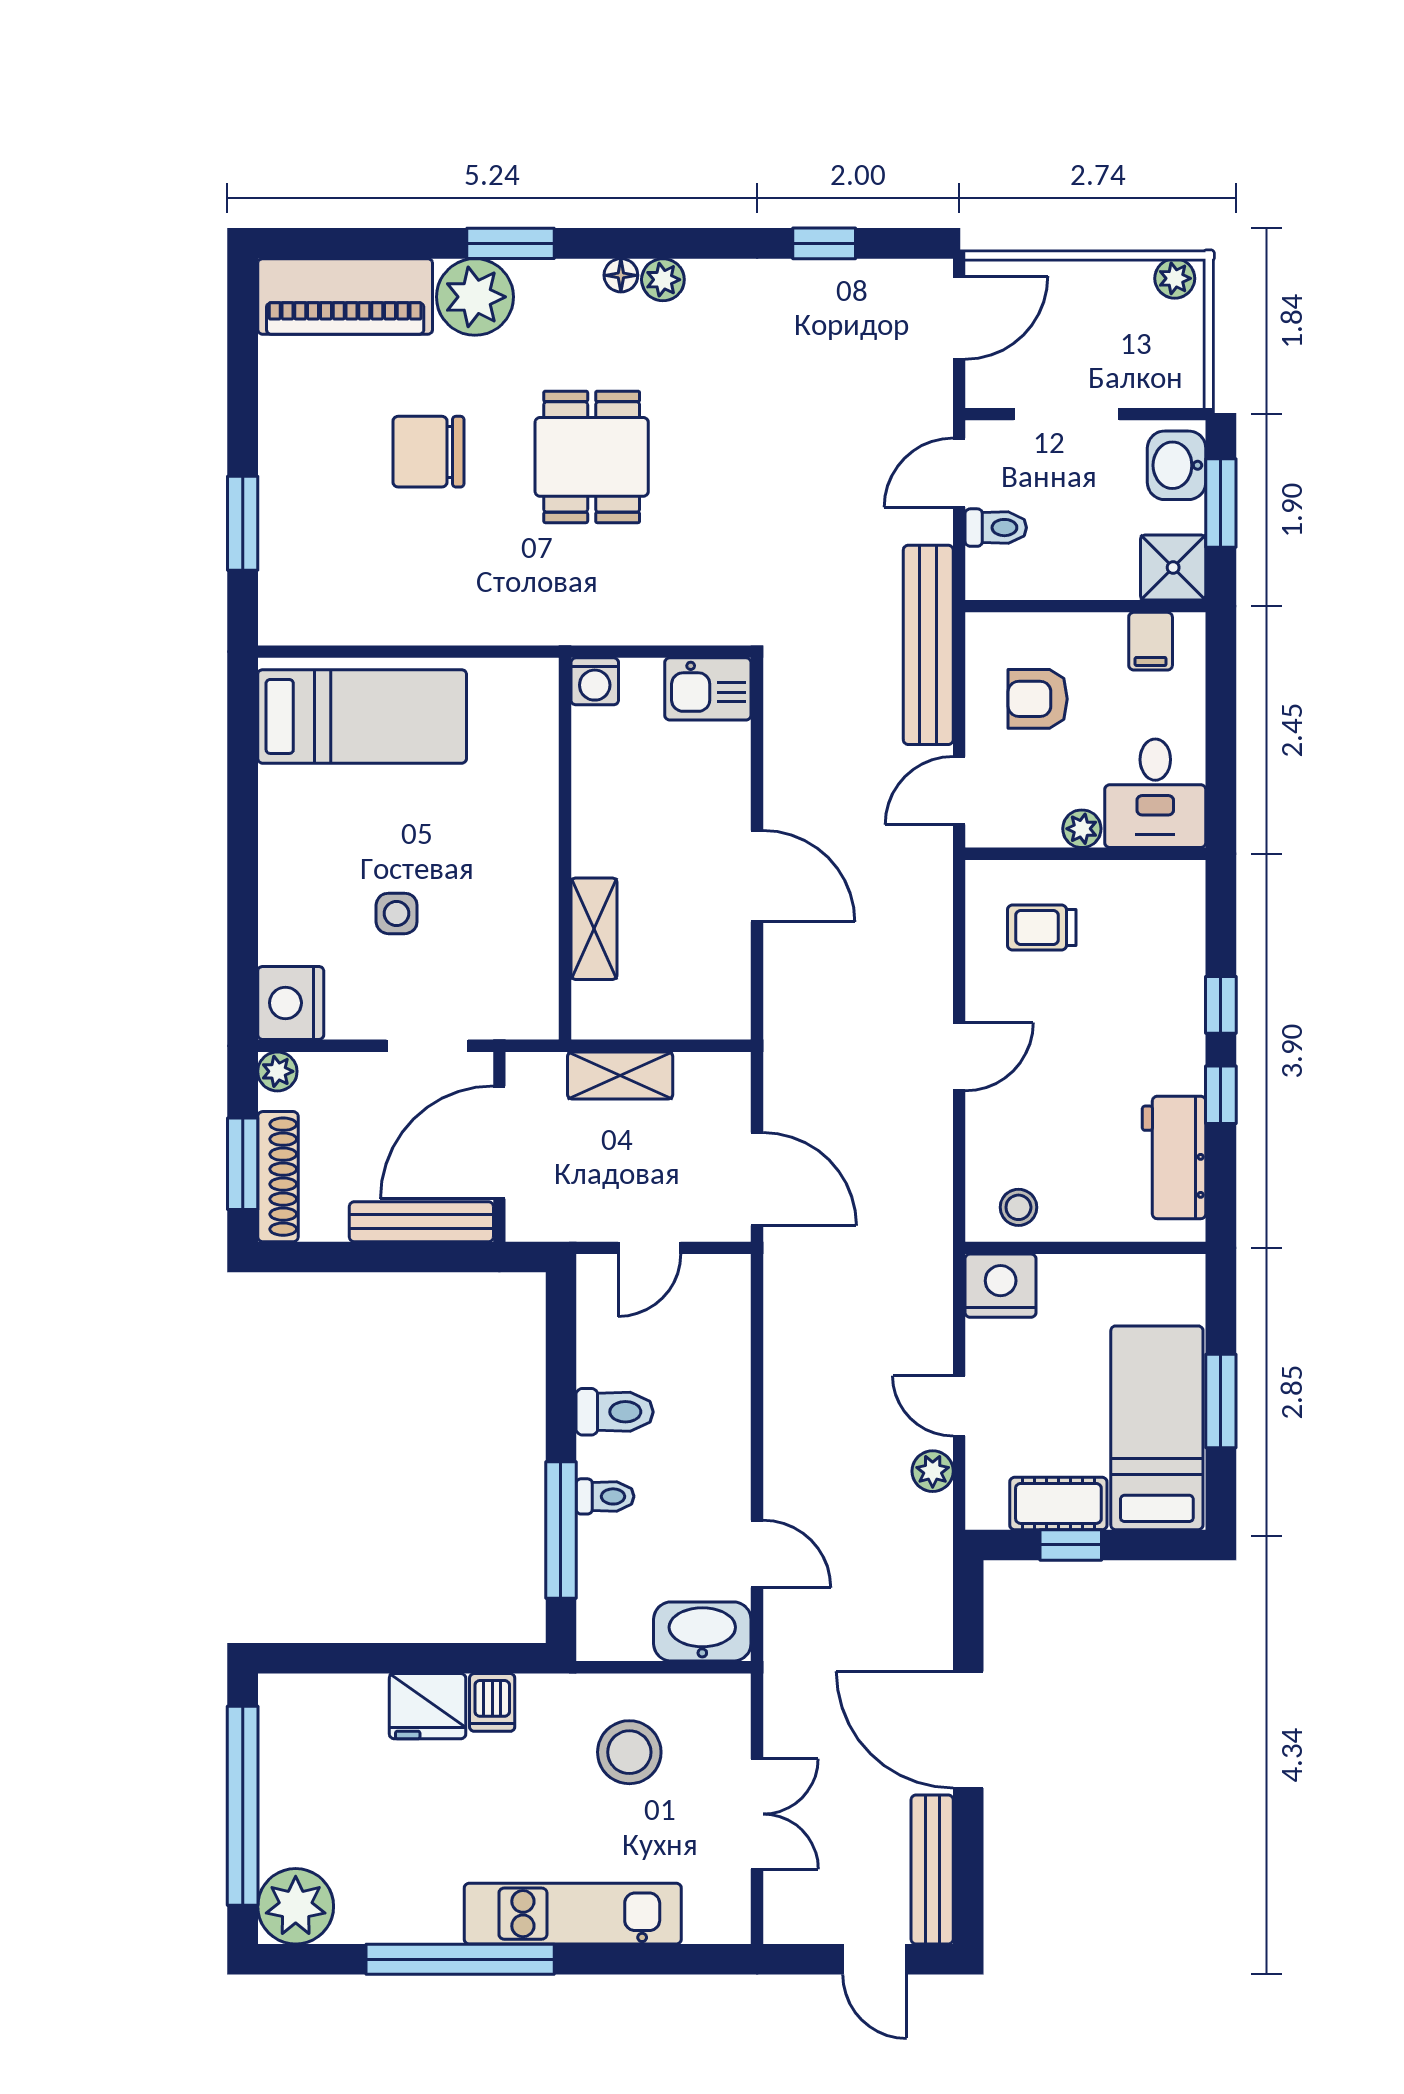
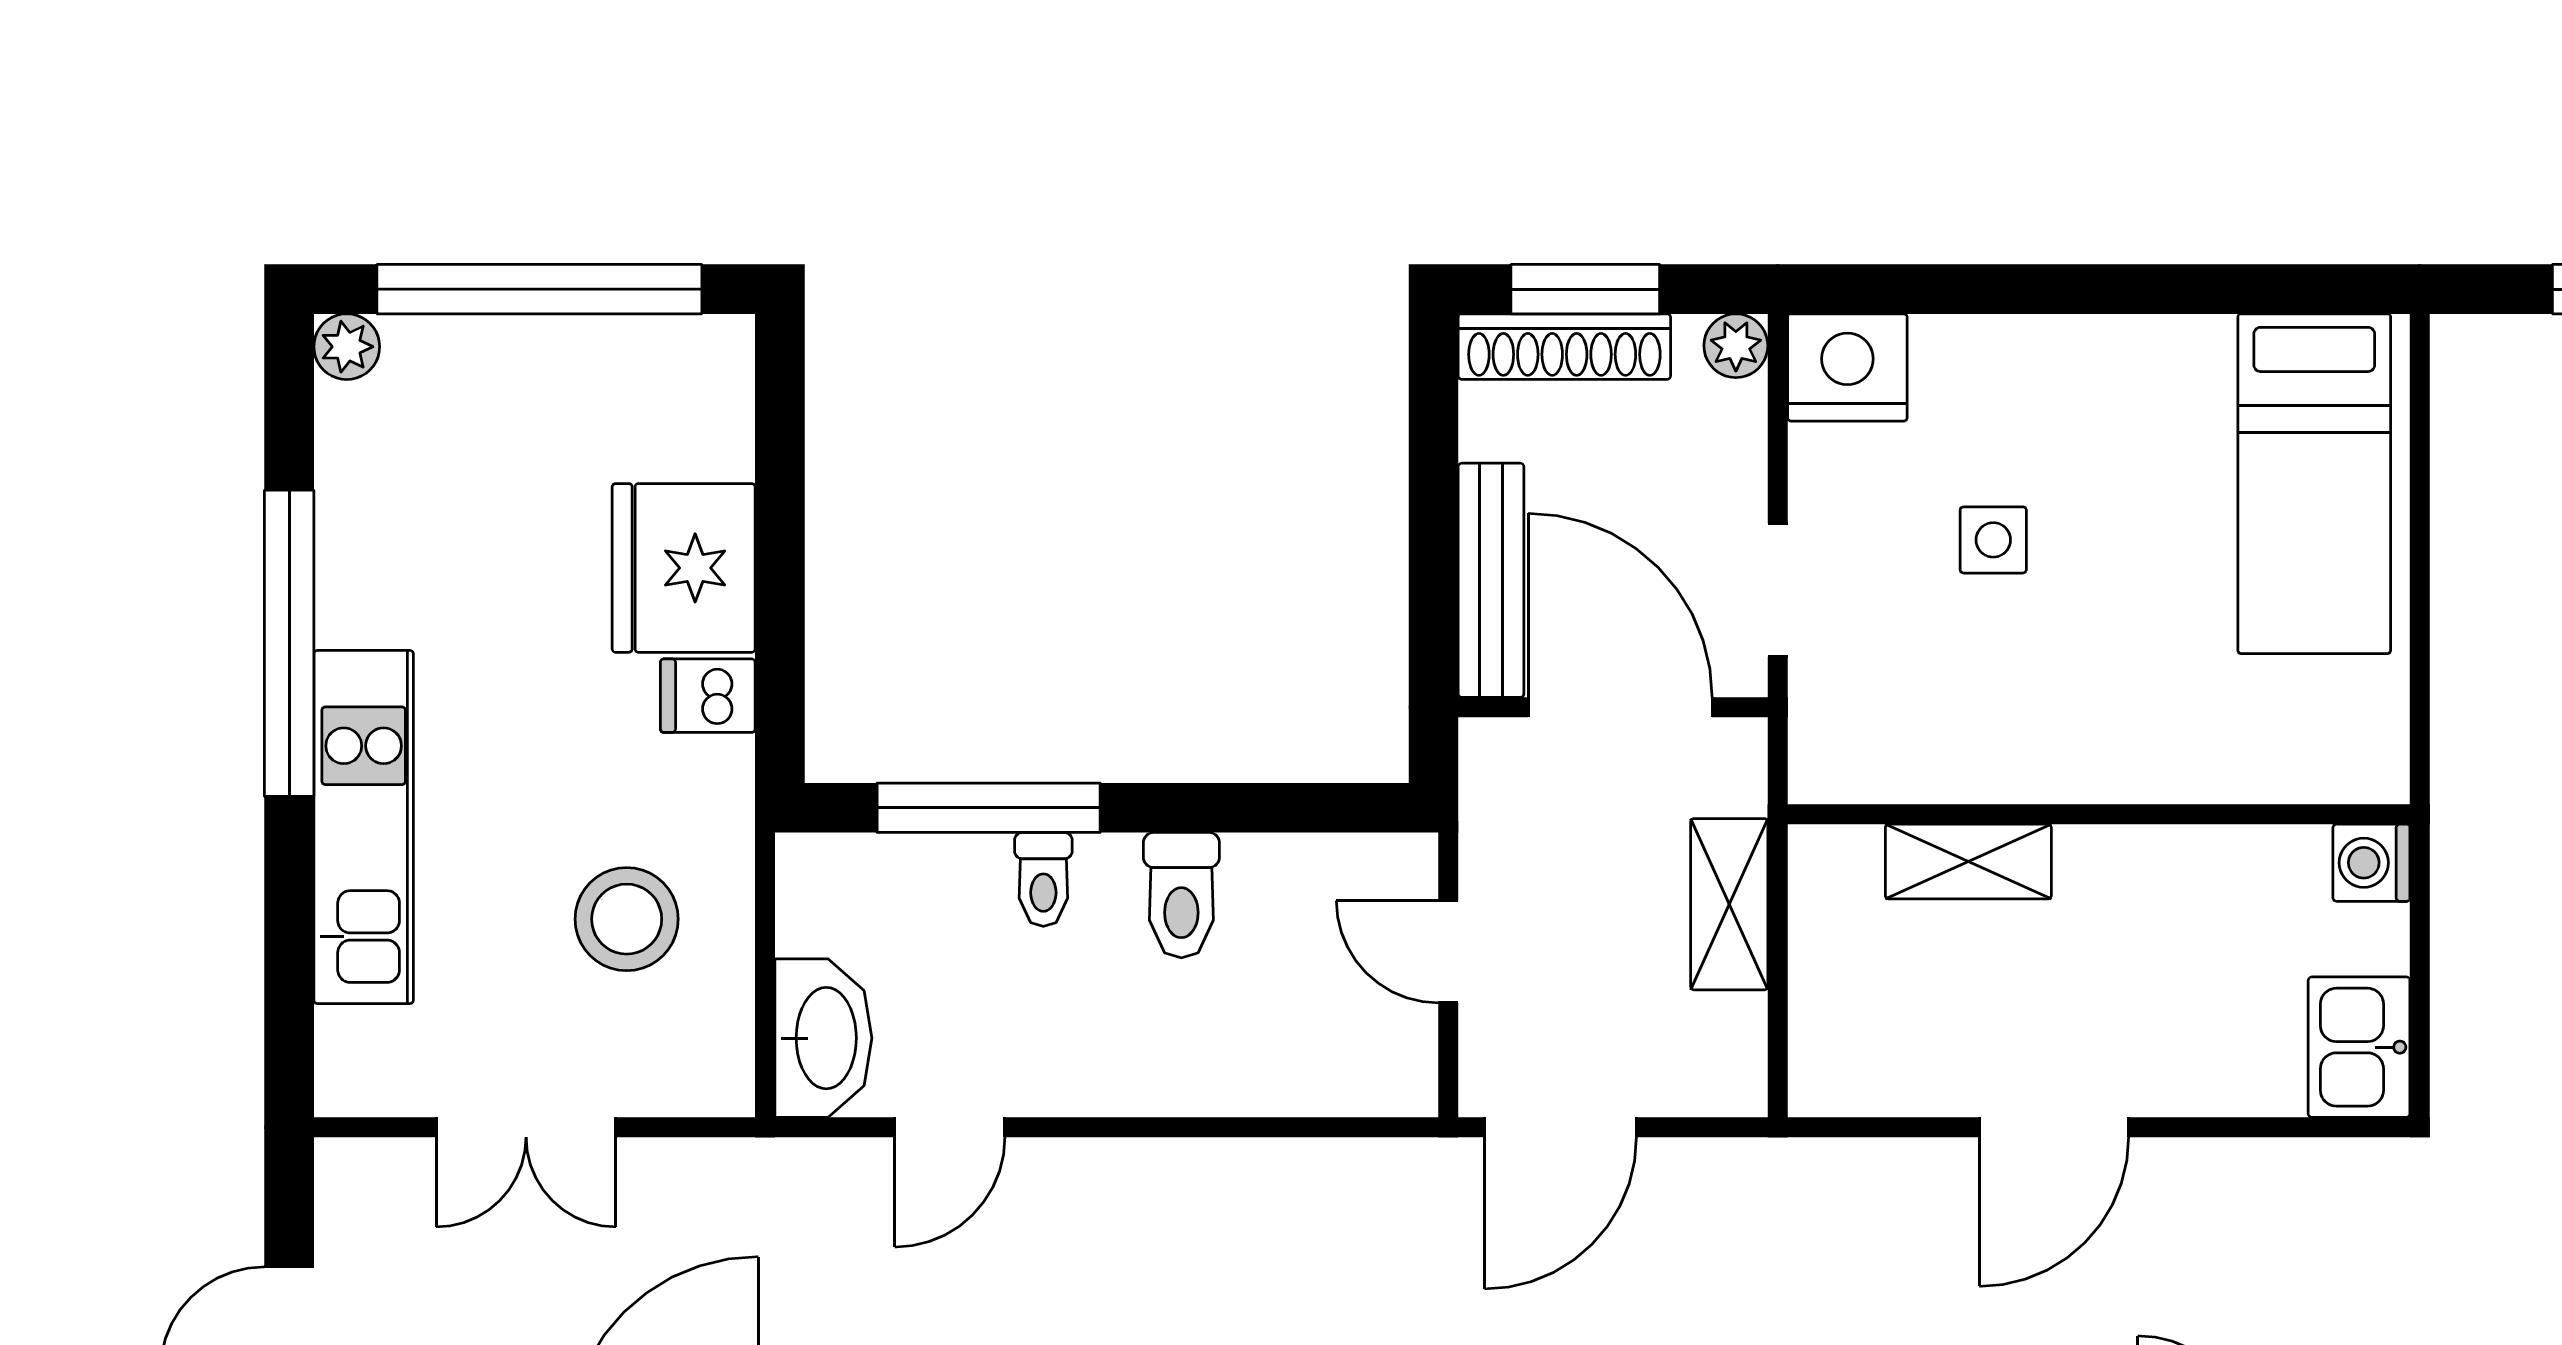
fridge: (428, 1706) -> (684, 568), width x1.36, depth x1.34
plant: (296, 1906) -> (347, 347), width x0.53, depth x0.53

